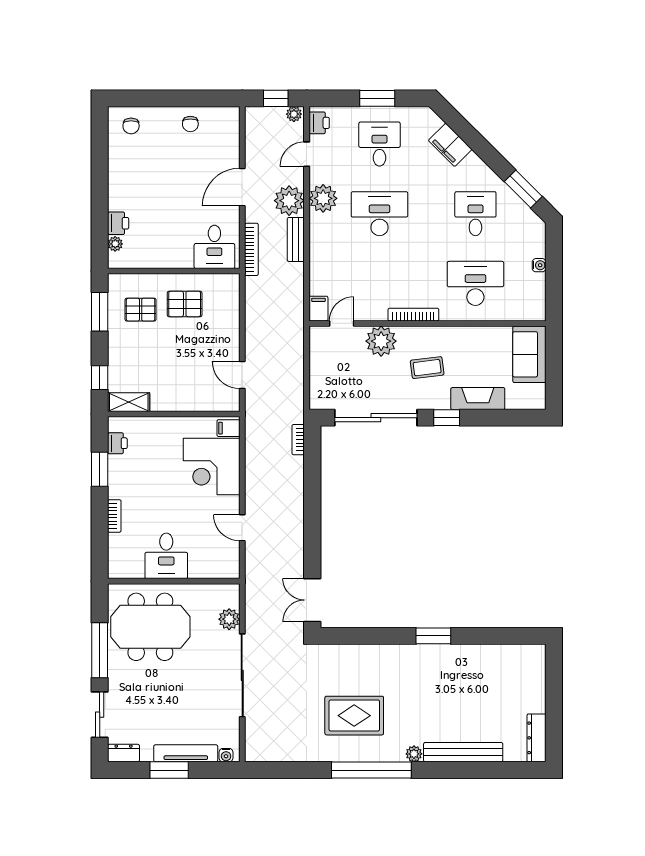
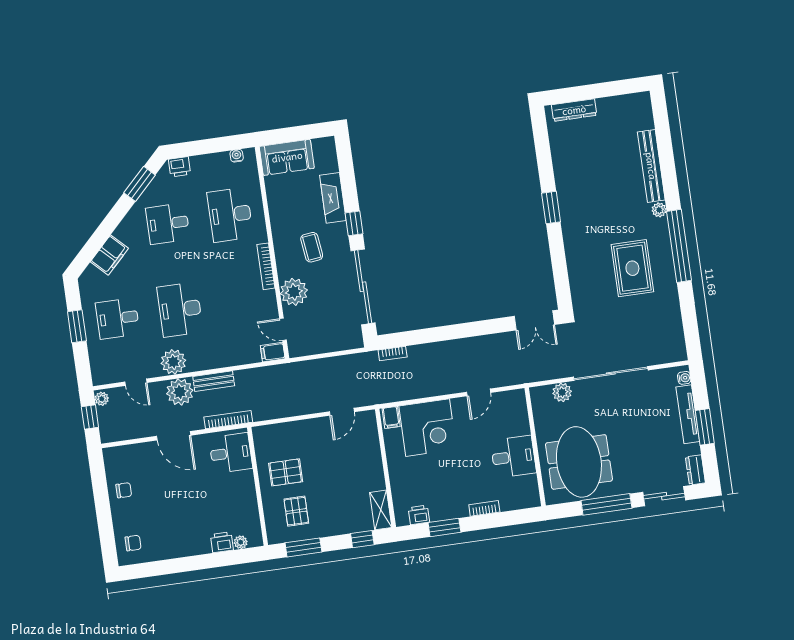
printer: (319, 123) -> (179, 167), moved, turned 180
water cooler: (539, 265) -> (237, 156), moved
pallet: (185, 304) -> (286, 472), turned 90
dresser: (536, 738) -> (574, 110), moved

